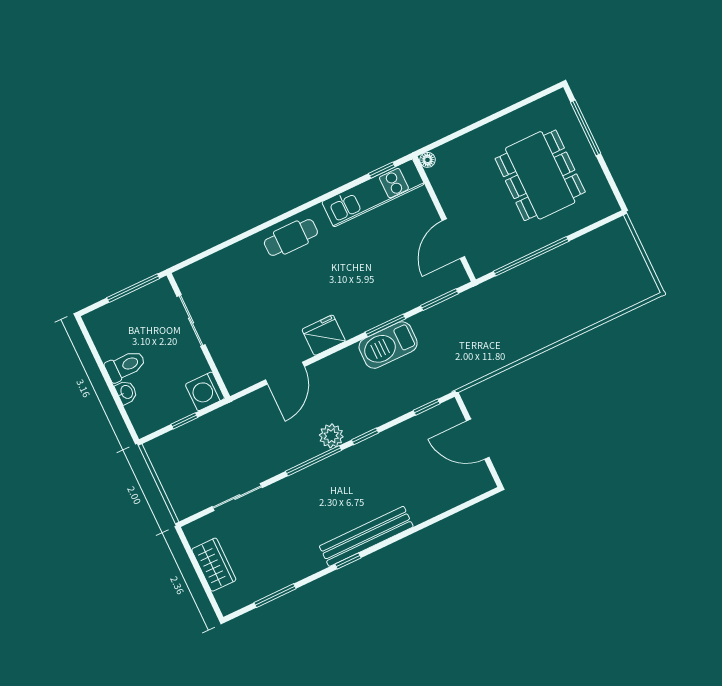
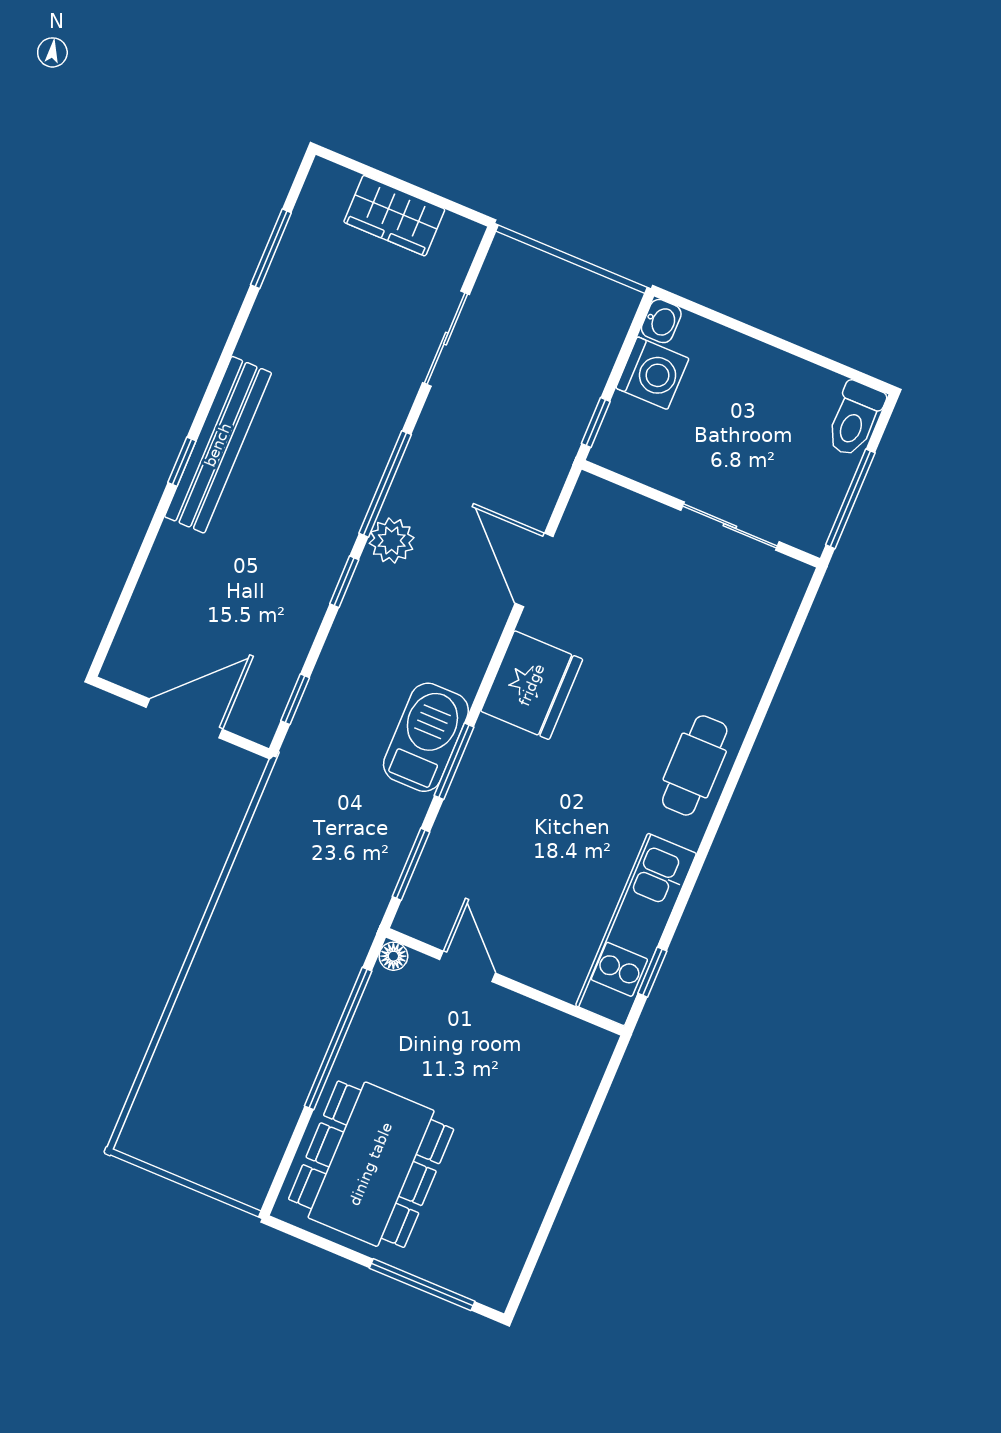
floor lamp: (428, 160) -> (393, 956), moved
dining table: (540, 175) -> (371, 1164), moved, turned 90
door: (453, 239) -> (468, 966), width x0.73
fridge: (324, 335) -> (532, 685), width x1.36, depth x1.34
toilet: (125, 366) -> (855, 419), moved
washing machine: (205, 391) -> (652, 373), moved, turned 90
washbasin: (126, 392) -> (661, 321), moved, turned -90
window: (184, 421) -> (596, 422), moved
window: (348, 561) -> (182, 462), moved

